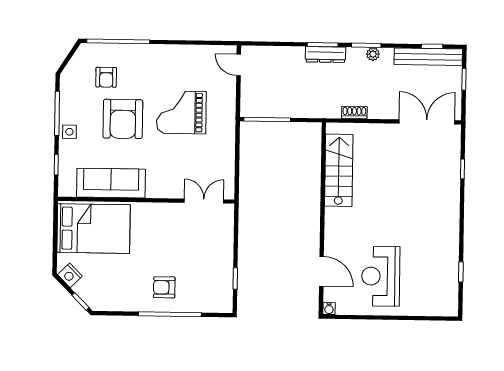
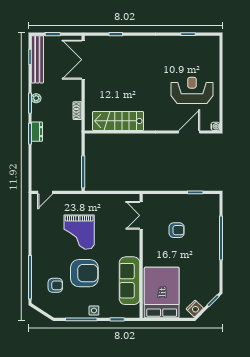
dresser: (325, 55) -> (37, 132), width x0.70
reception desk: (381, 276) -> (192, 90), turned 180
armchair: (164, 287) -> (177, 230), moved, turned -90

